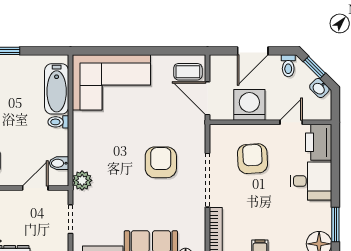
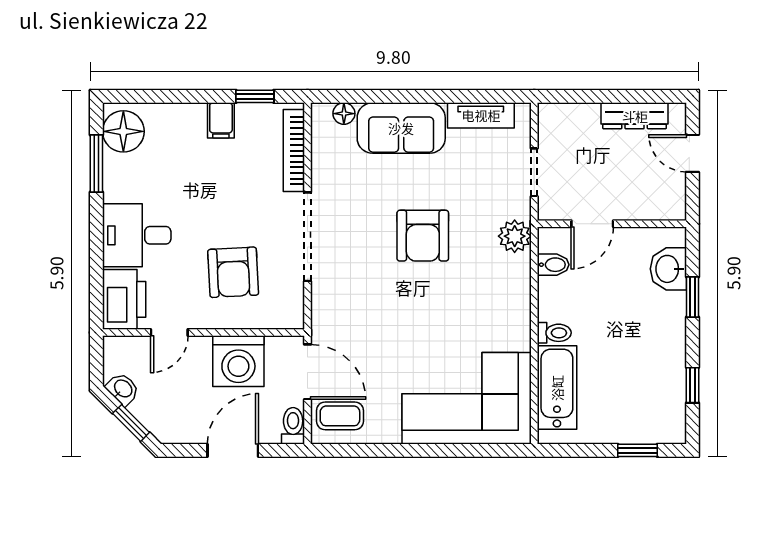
toilet: (288, 66) -> (293, 426), moved
armchair: (161, 162) -> (423, 236), moved

